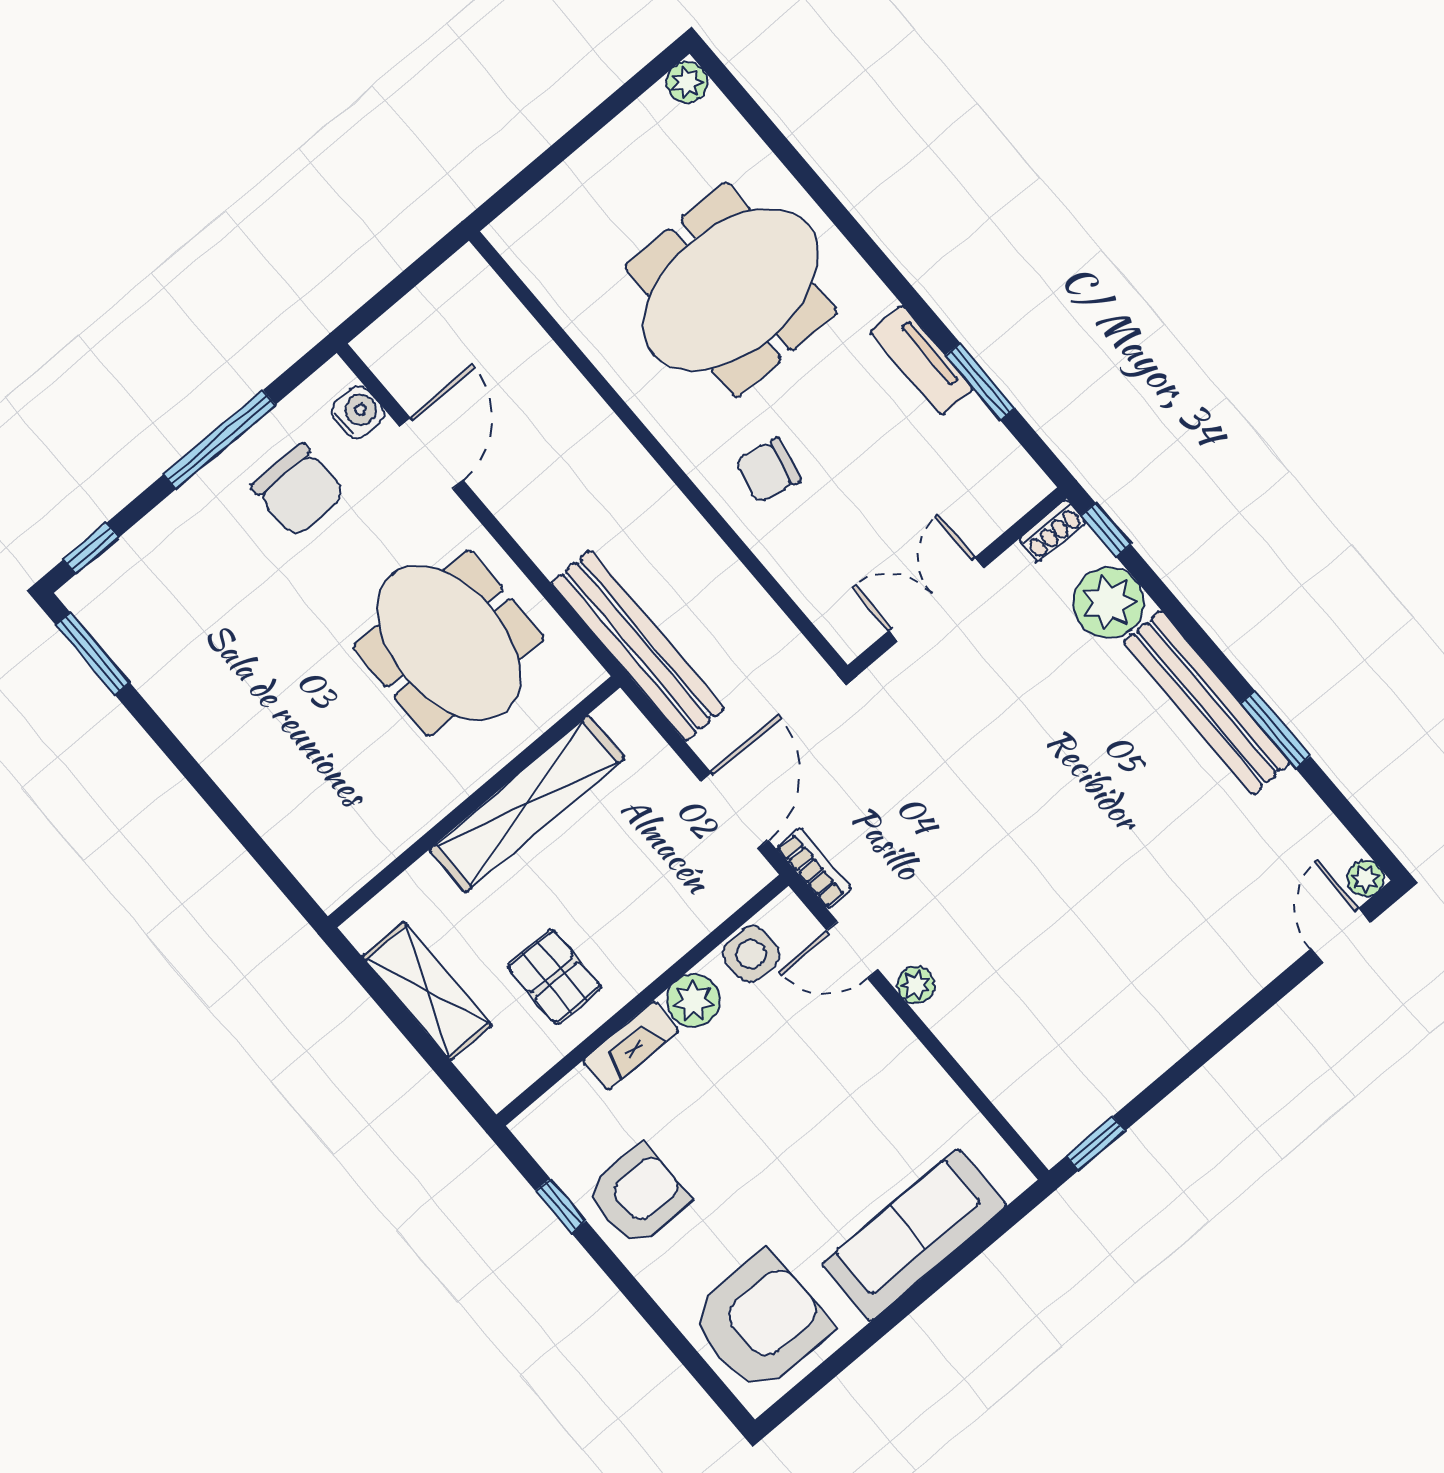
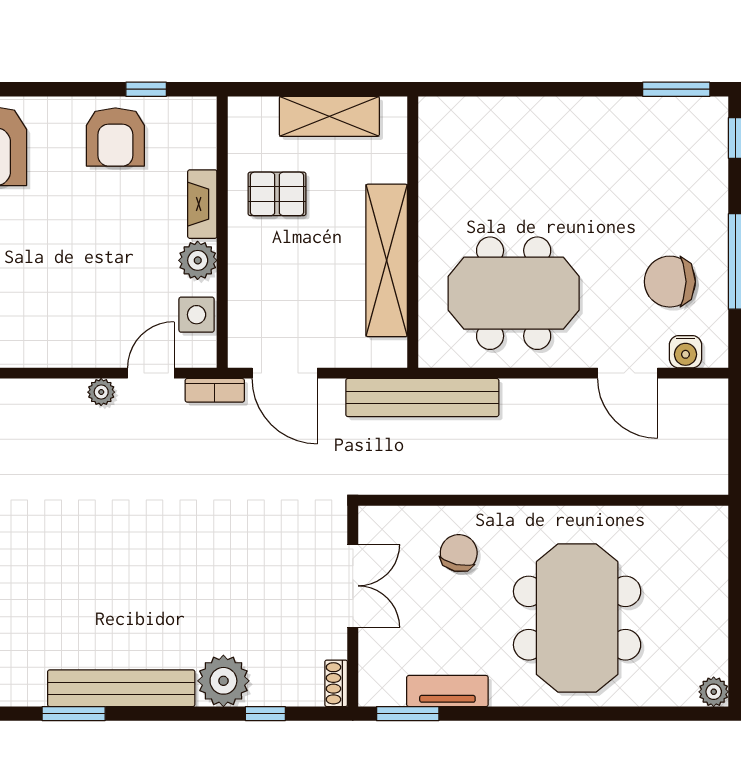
shoe rack: (1052, 531) -> (336, 683), moved
wall: (957, 582) -> (353, 606), moved
double door: (936, 599) -> (353, 586), moved

